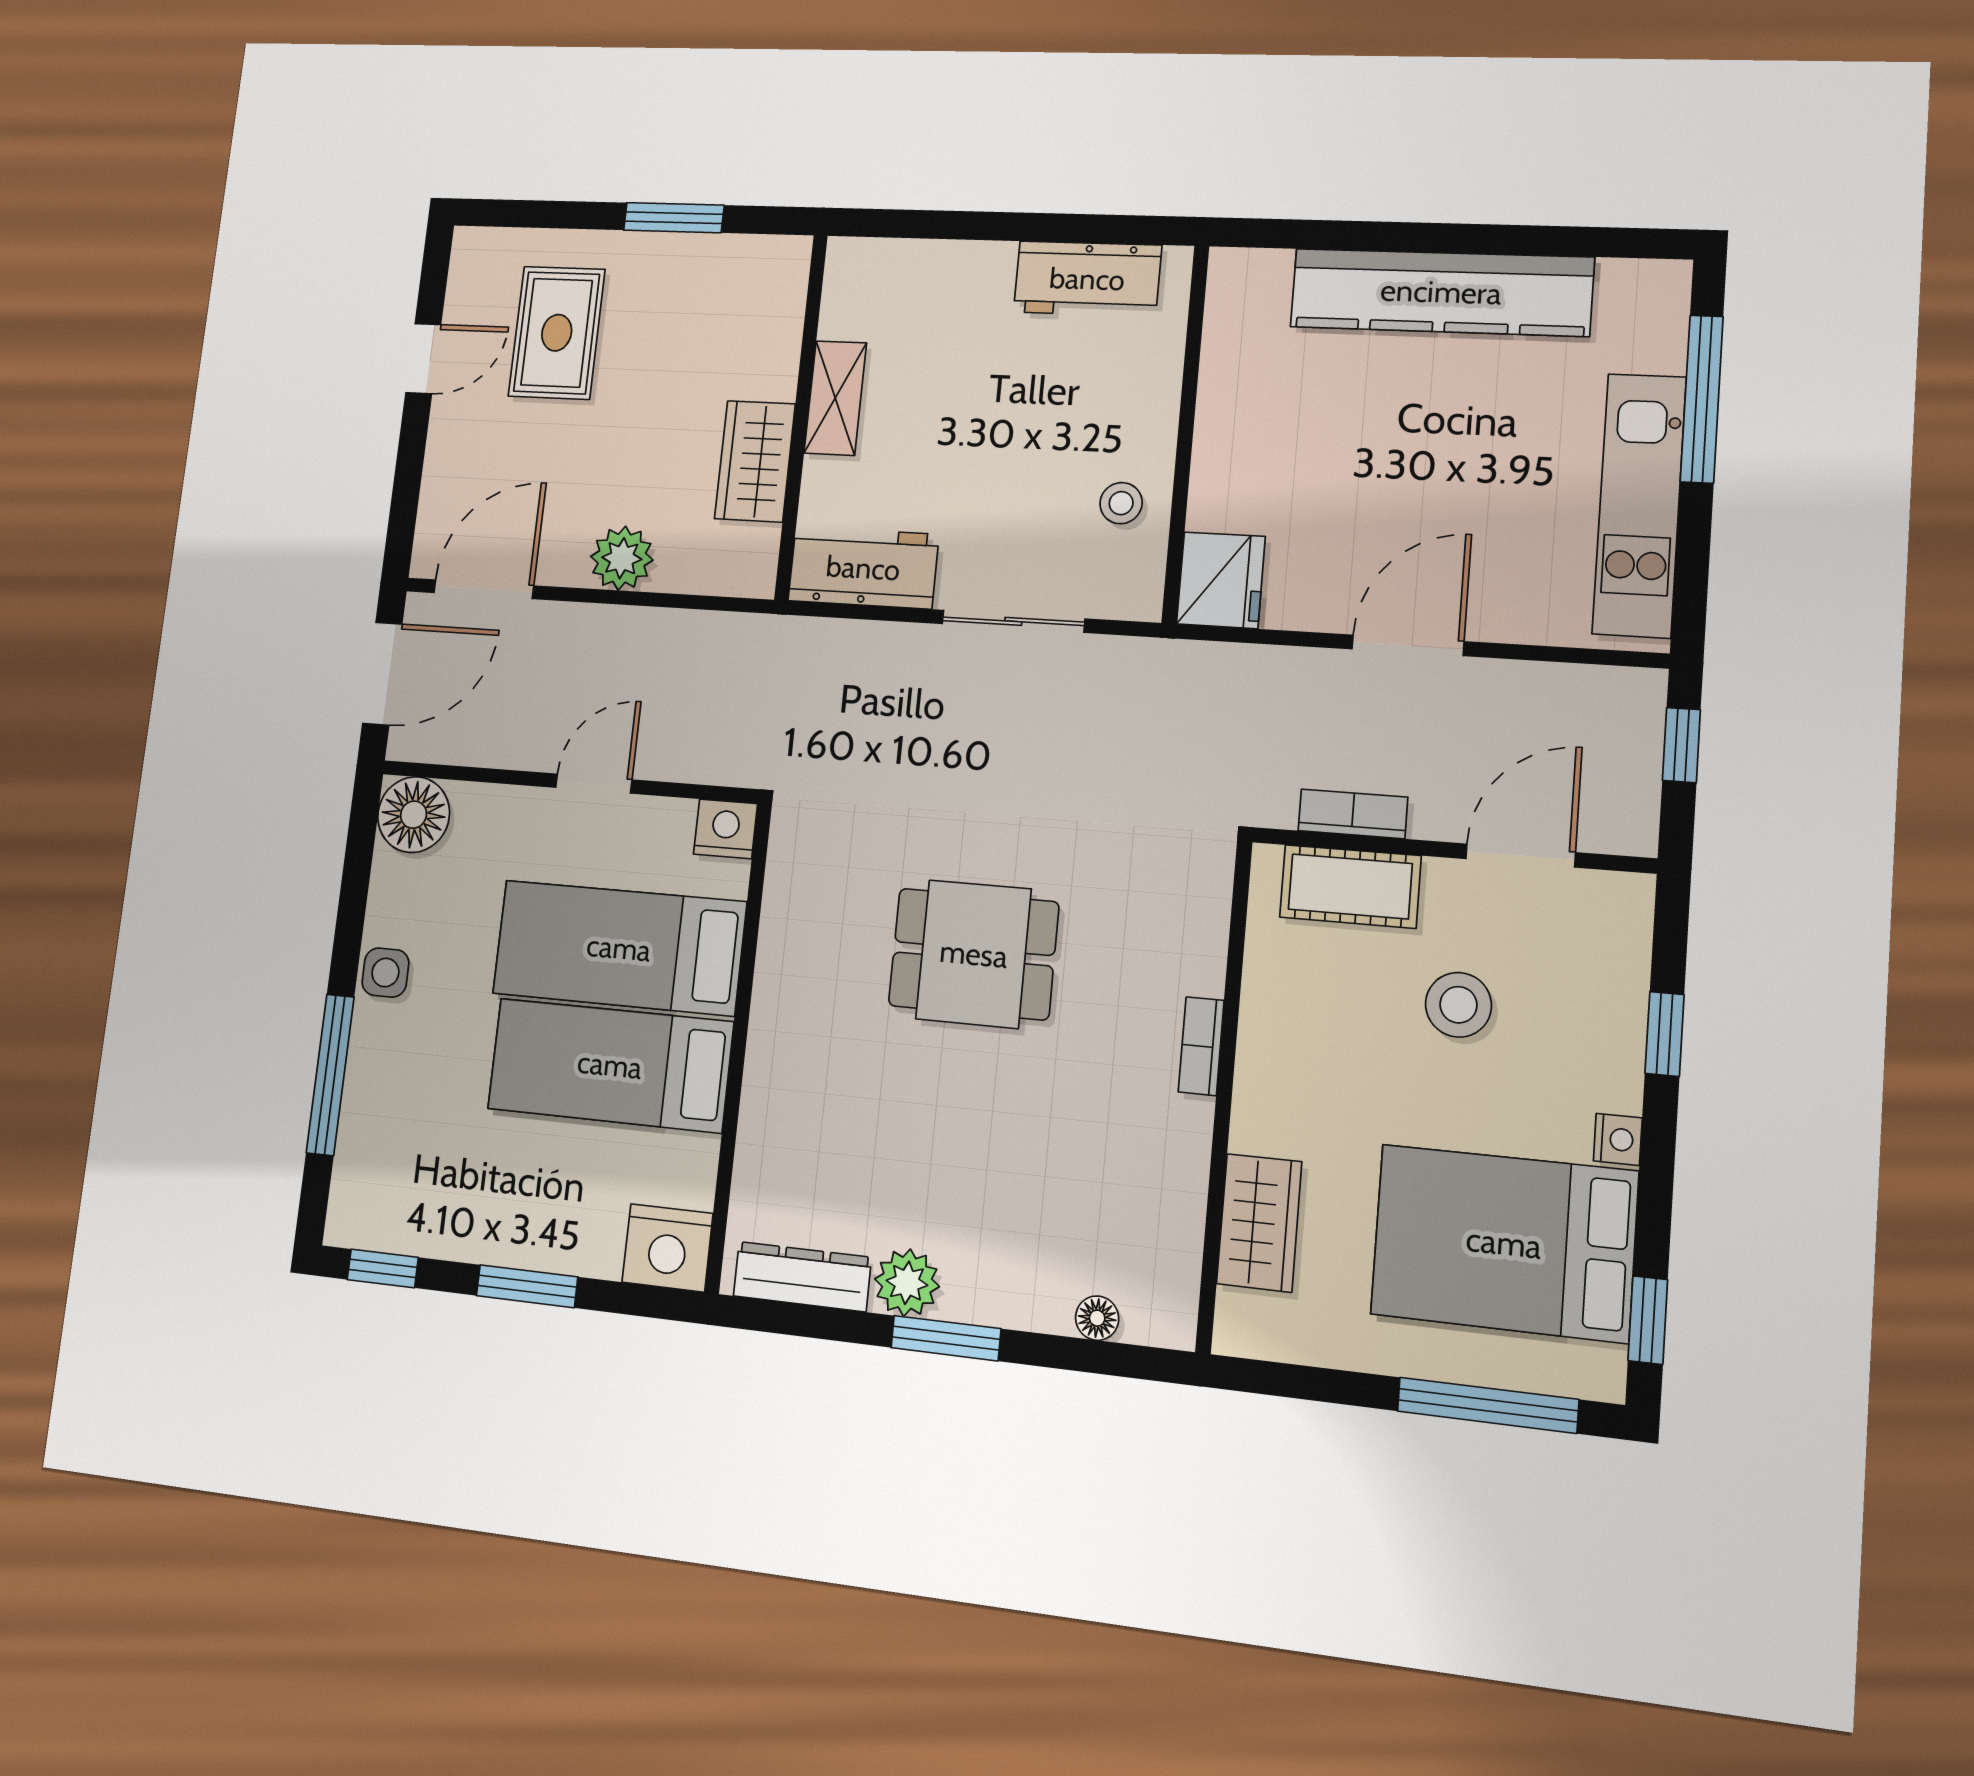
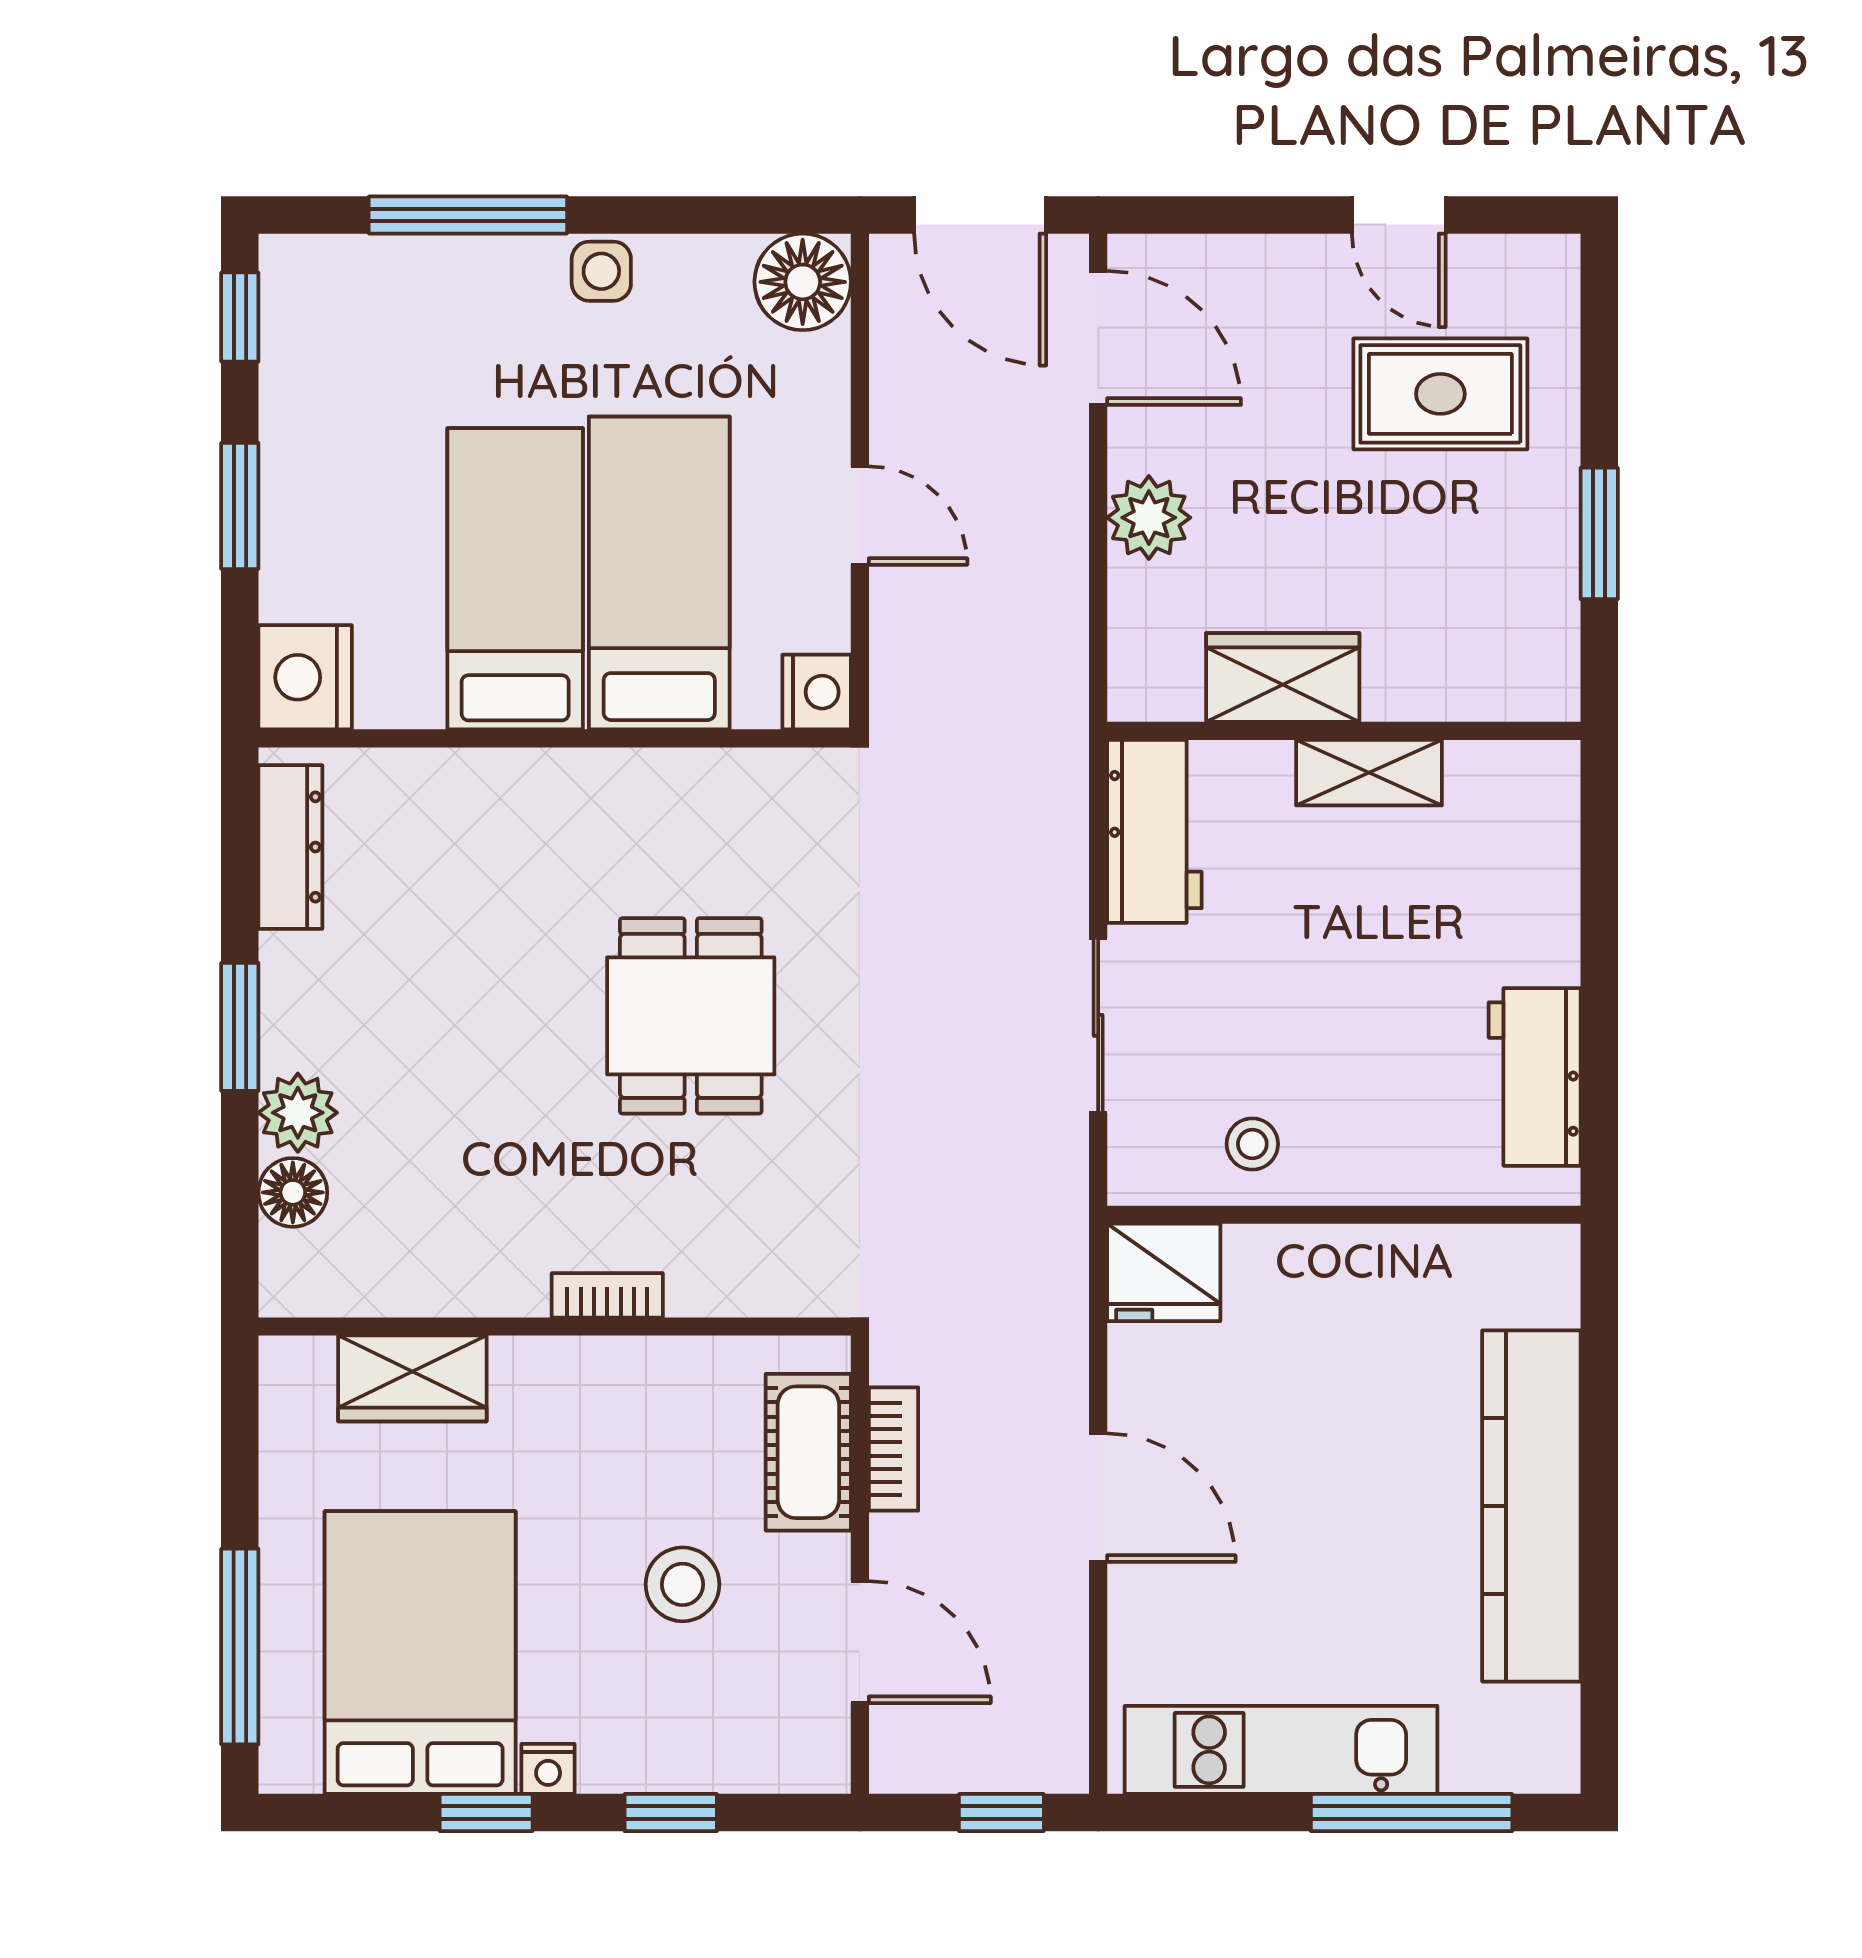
plant: (907, 1283) -> (298, 1113), moved
floor lamp: (1097, 1318) -> (293, 1192), width x1.37, depth x1.37
window: (1648, 1320) -> (486, 1813), moved

